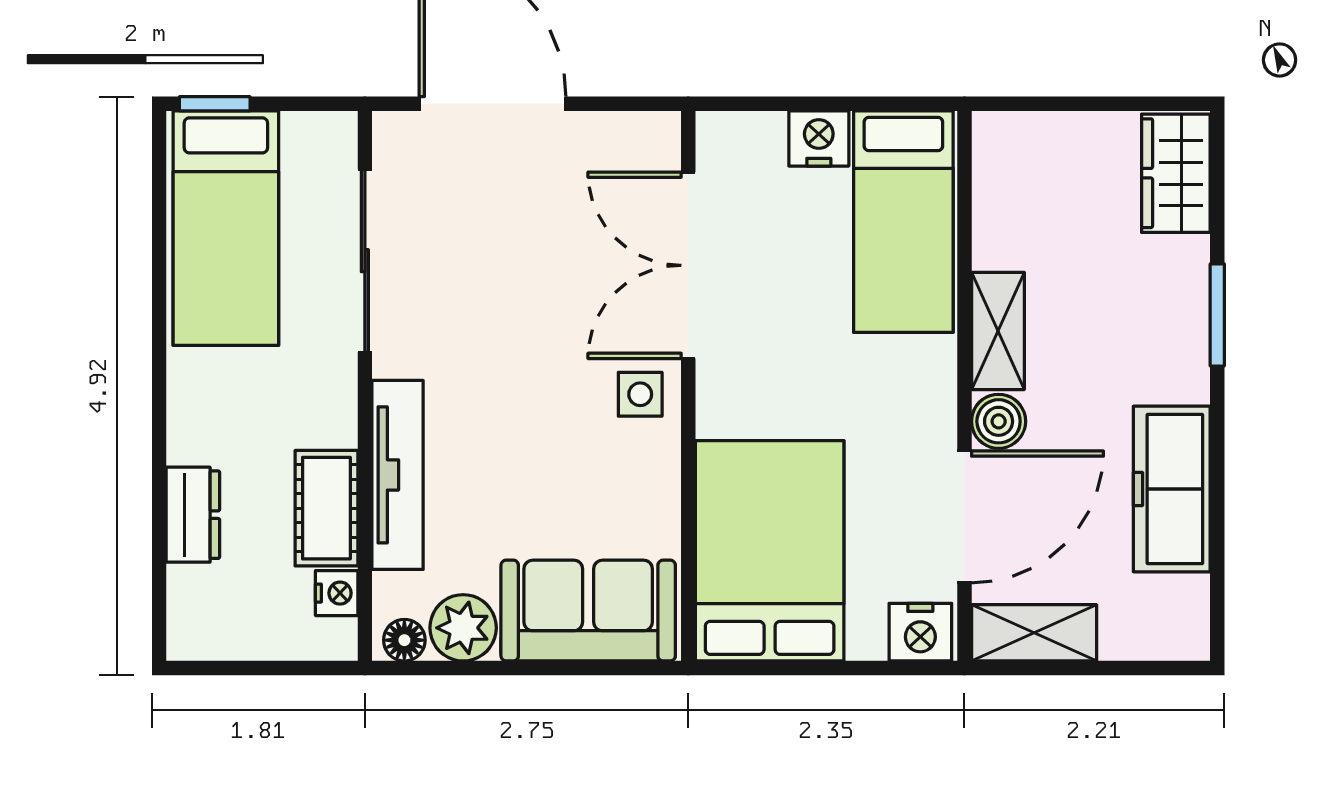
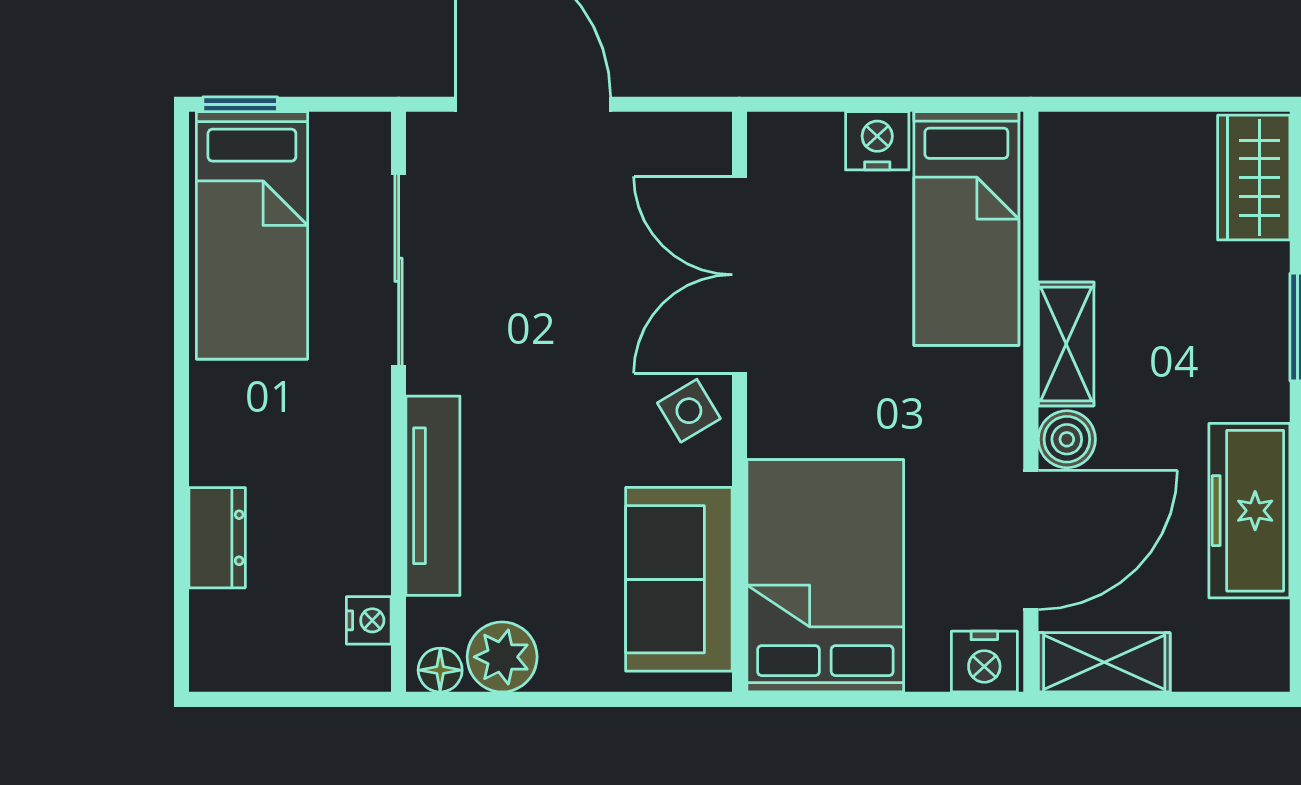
side table: (640, 394) -> (689, 411), turned -31
cot: (326, 508) -> (358, 531), removed
sofa: (588, 611) -> (679, 579), moved, turned -90

